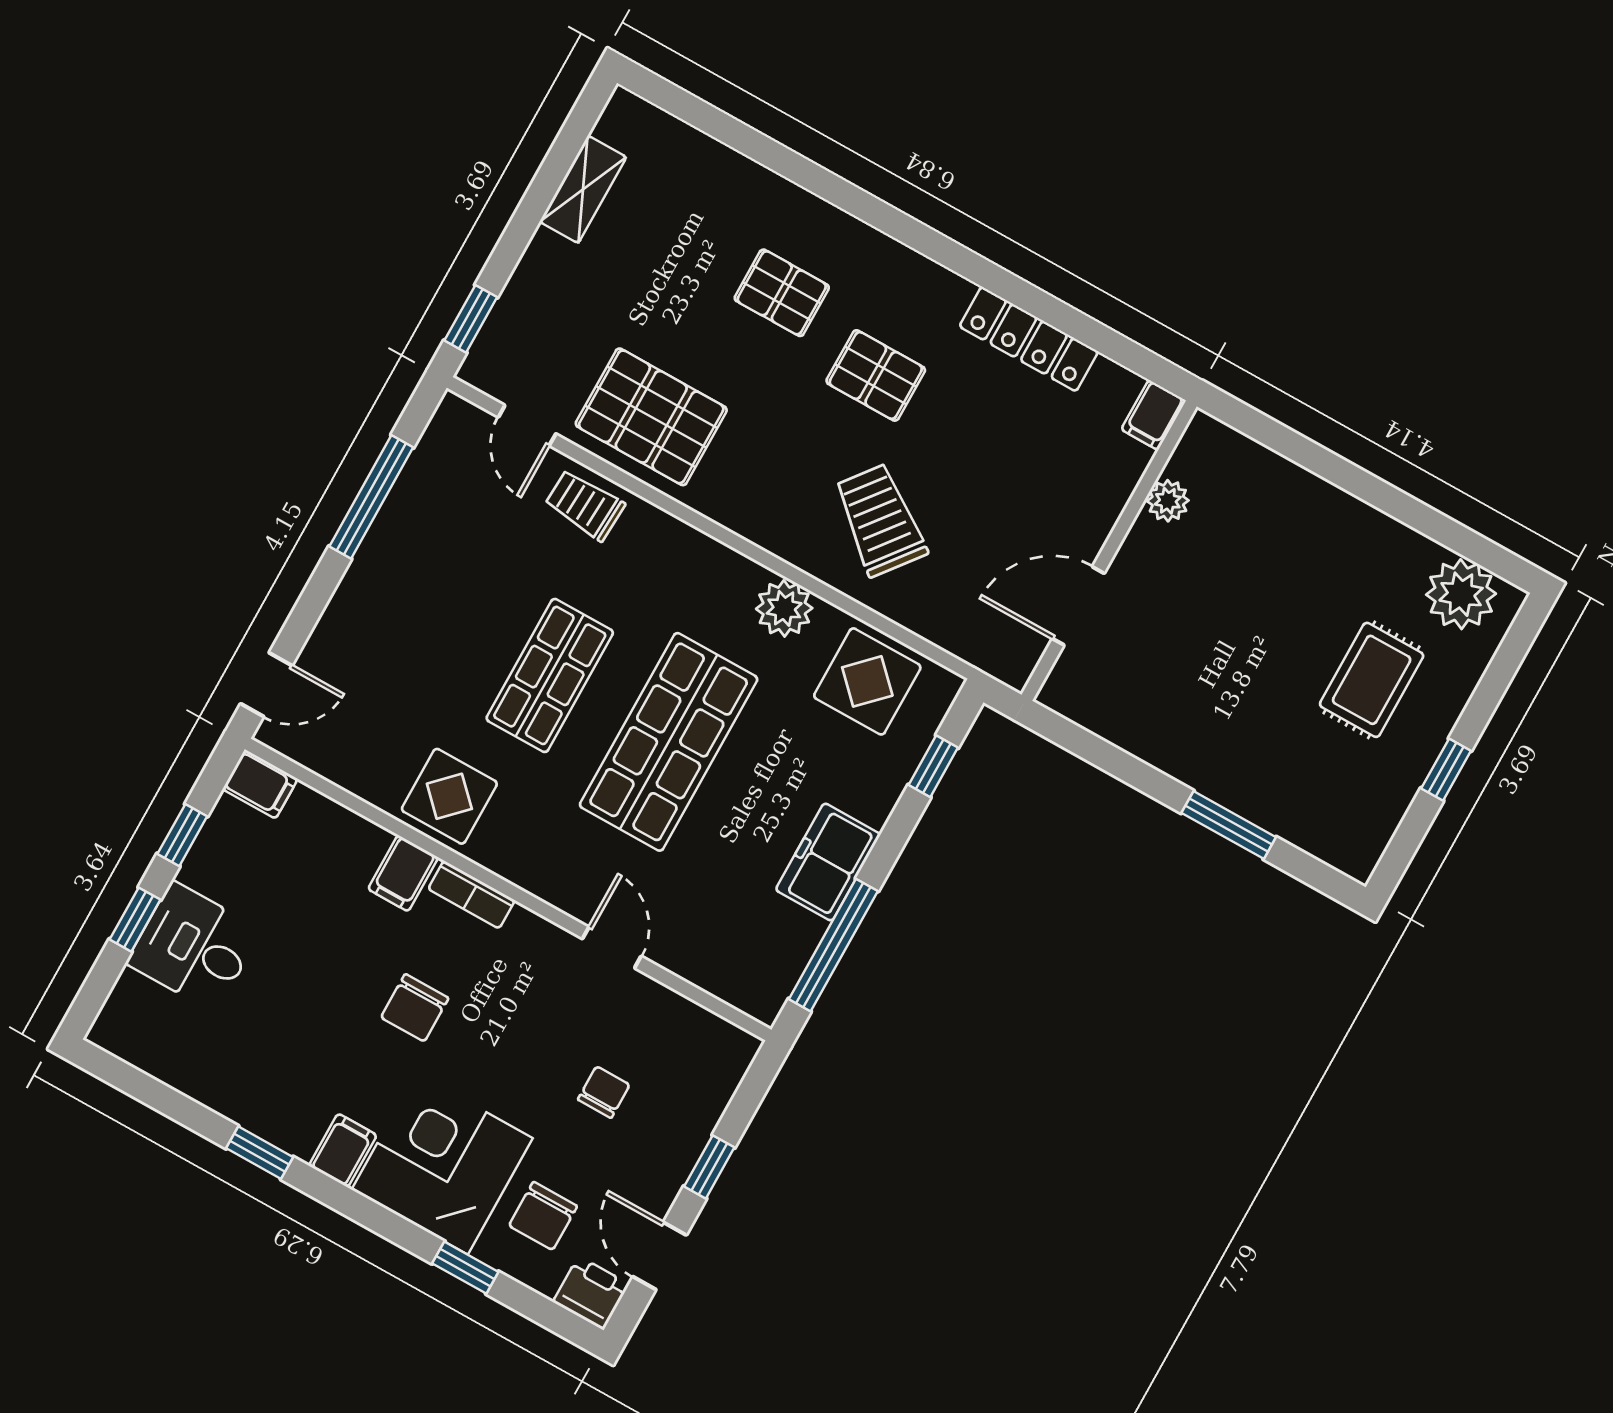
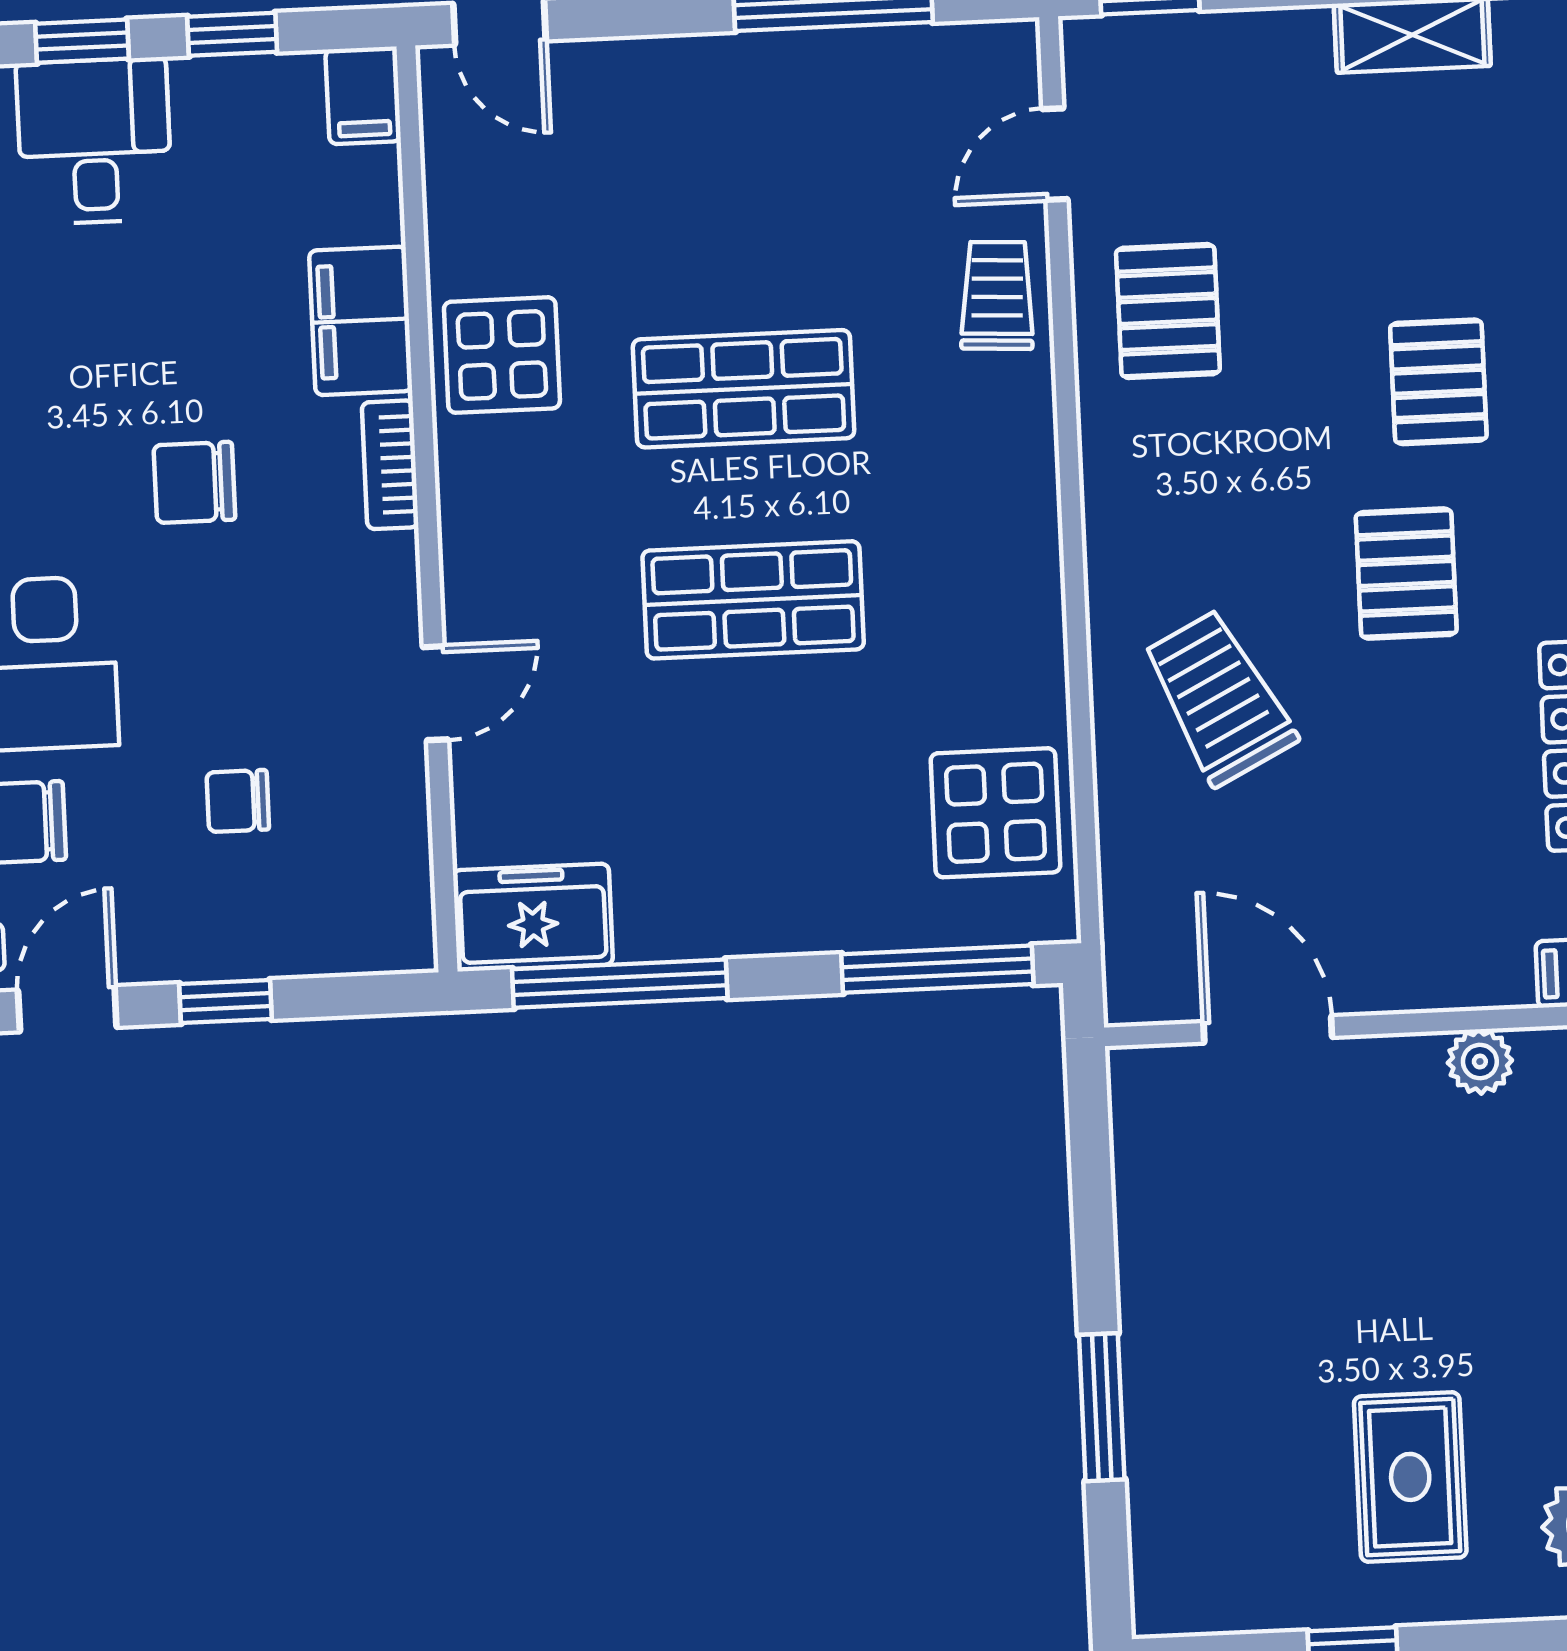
pallet: (651, 417) -> (1168, 311), width x0.67, depth x0.71
trolley: (880, 520) -> (1219, 698), turned -65
plant: (784, 608) -> (1024, 643), removed
rug: (1372, 680) -> (1410, 1477), turned 90
shop shelf: (669, 742) -> (753, 600), width x0.70, depth x0.74
window: (933, 766) -> (937, 969), width x2.17
freezer: (828, 862) -> (533, 917), moved
filing cabinet: (403, 873) -> (361, 321), width x2.00
chair: (604, 1092) -> (238, 801), turned 180

